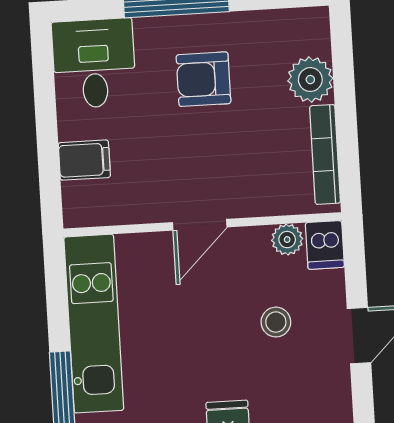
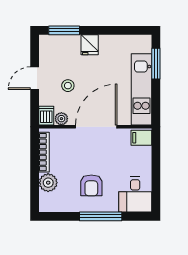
armchair: (203, 79) -> (91, 185), turned 90
filing cabinet: (84, 160) -> (141, 138), moved
door: (200, 225) -> (96, 127), width x1.87

